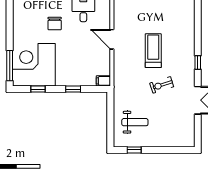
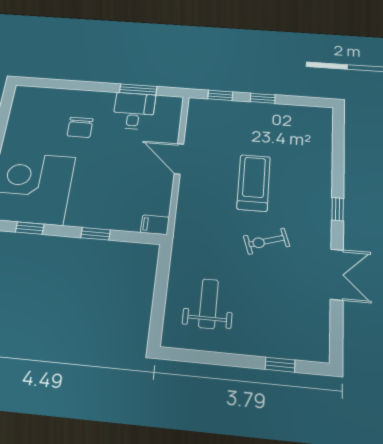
weight bench: (135, 122) -> (208, 304), turned -90
window: (134, 150) -> (280, 365), moved

